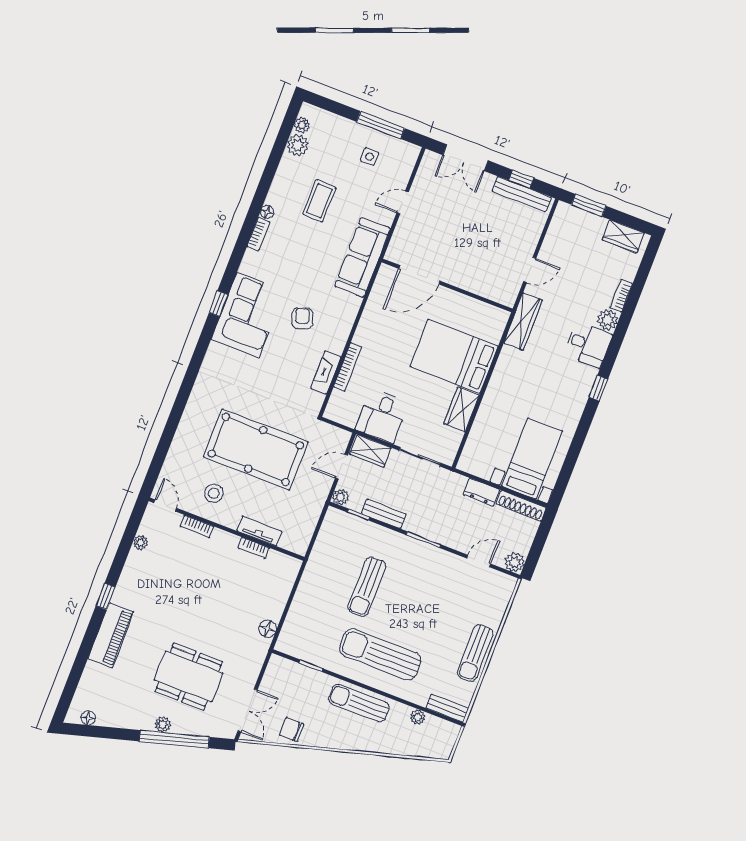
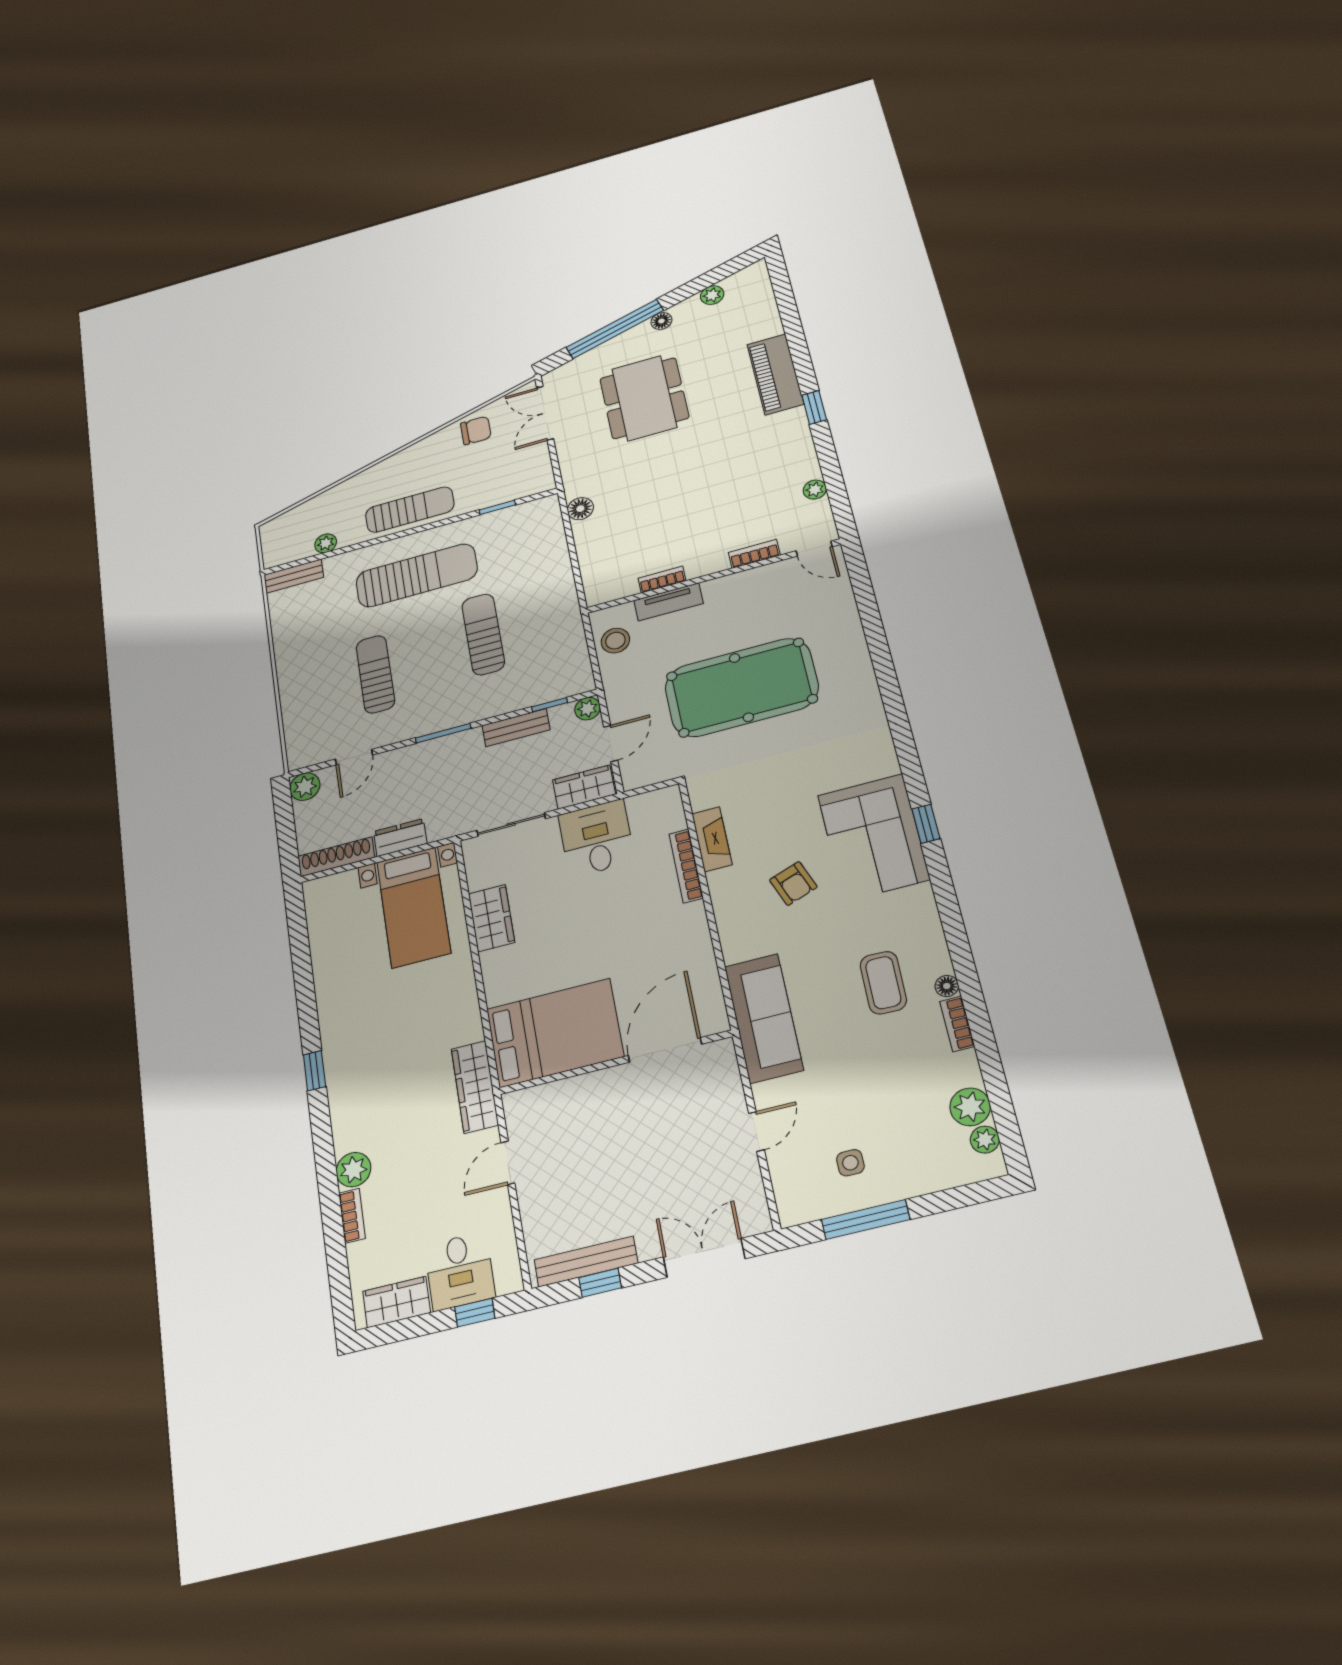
coffee table: (319, 201) -> (883, 983), moved
window: (589, 205) -> (475, 1313), width x0.67
bookcase: (258, 234) -> (957, 1024), moved
desk: (588, 345) -> (460, 1271), moved, turned -90
bed: (454, 356) -> (555, 1033), moved
bed with nightstands: (532, 458) -> (414, 907), moved
stool: (214, 493) -> (615, 641), moved
sun lounger: (475, 653) -> (375, 674), moved
dining table: (189, 677) -> (644, 398), turned 90
floor lamp: (88, 718) -> (661, 321), moved
plant: (163, 724) -> (712, 295), moved

